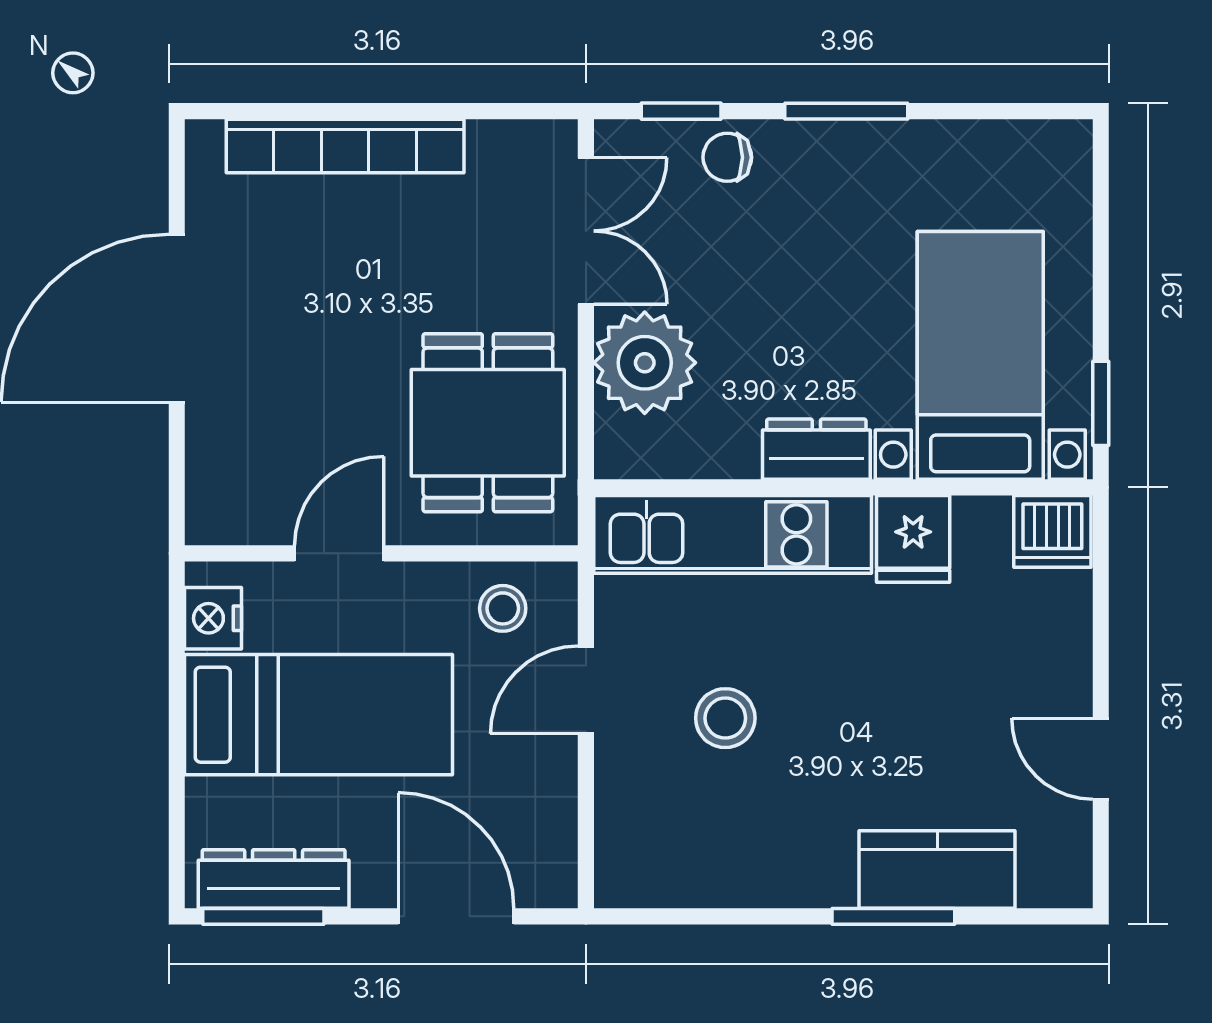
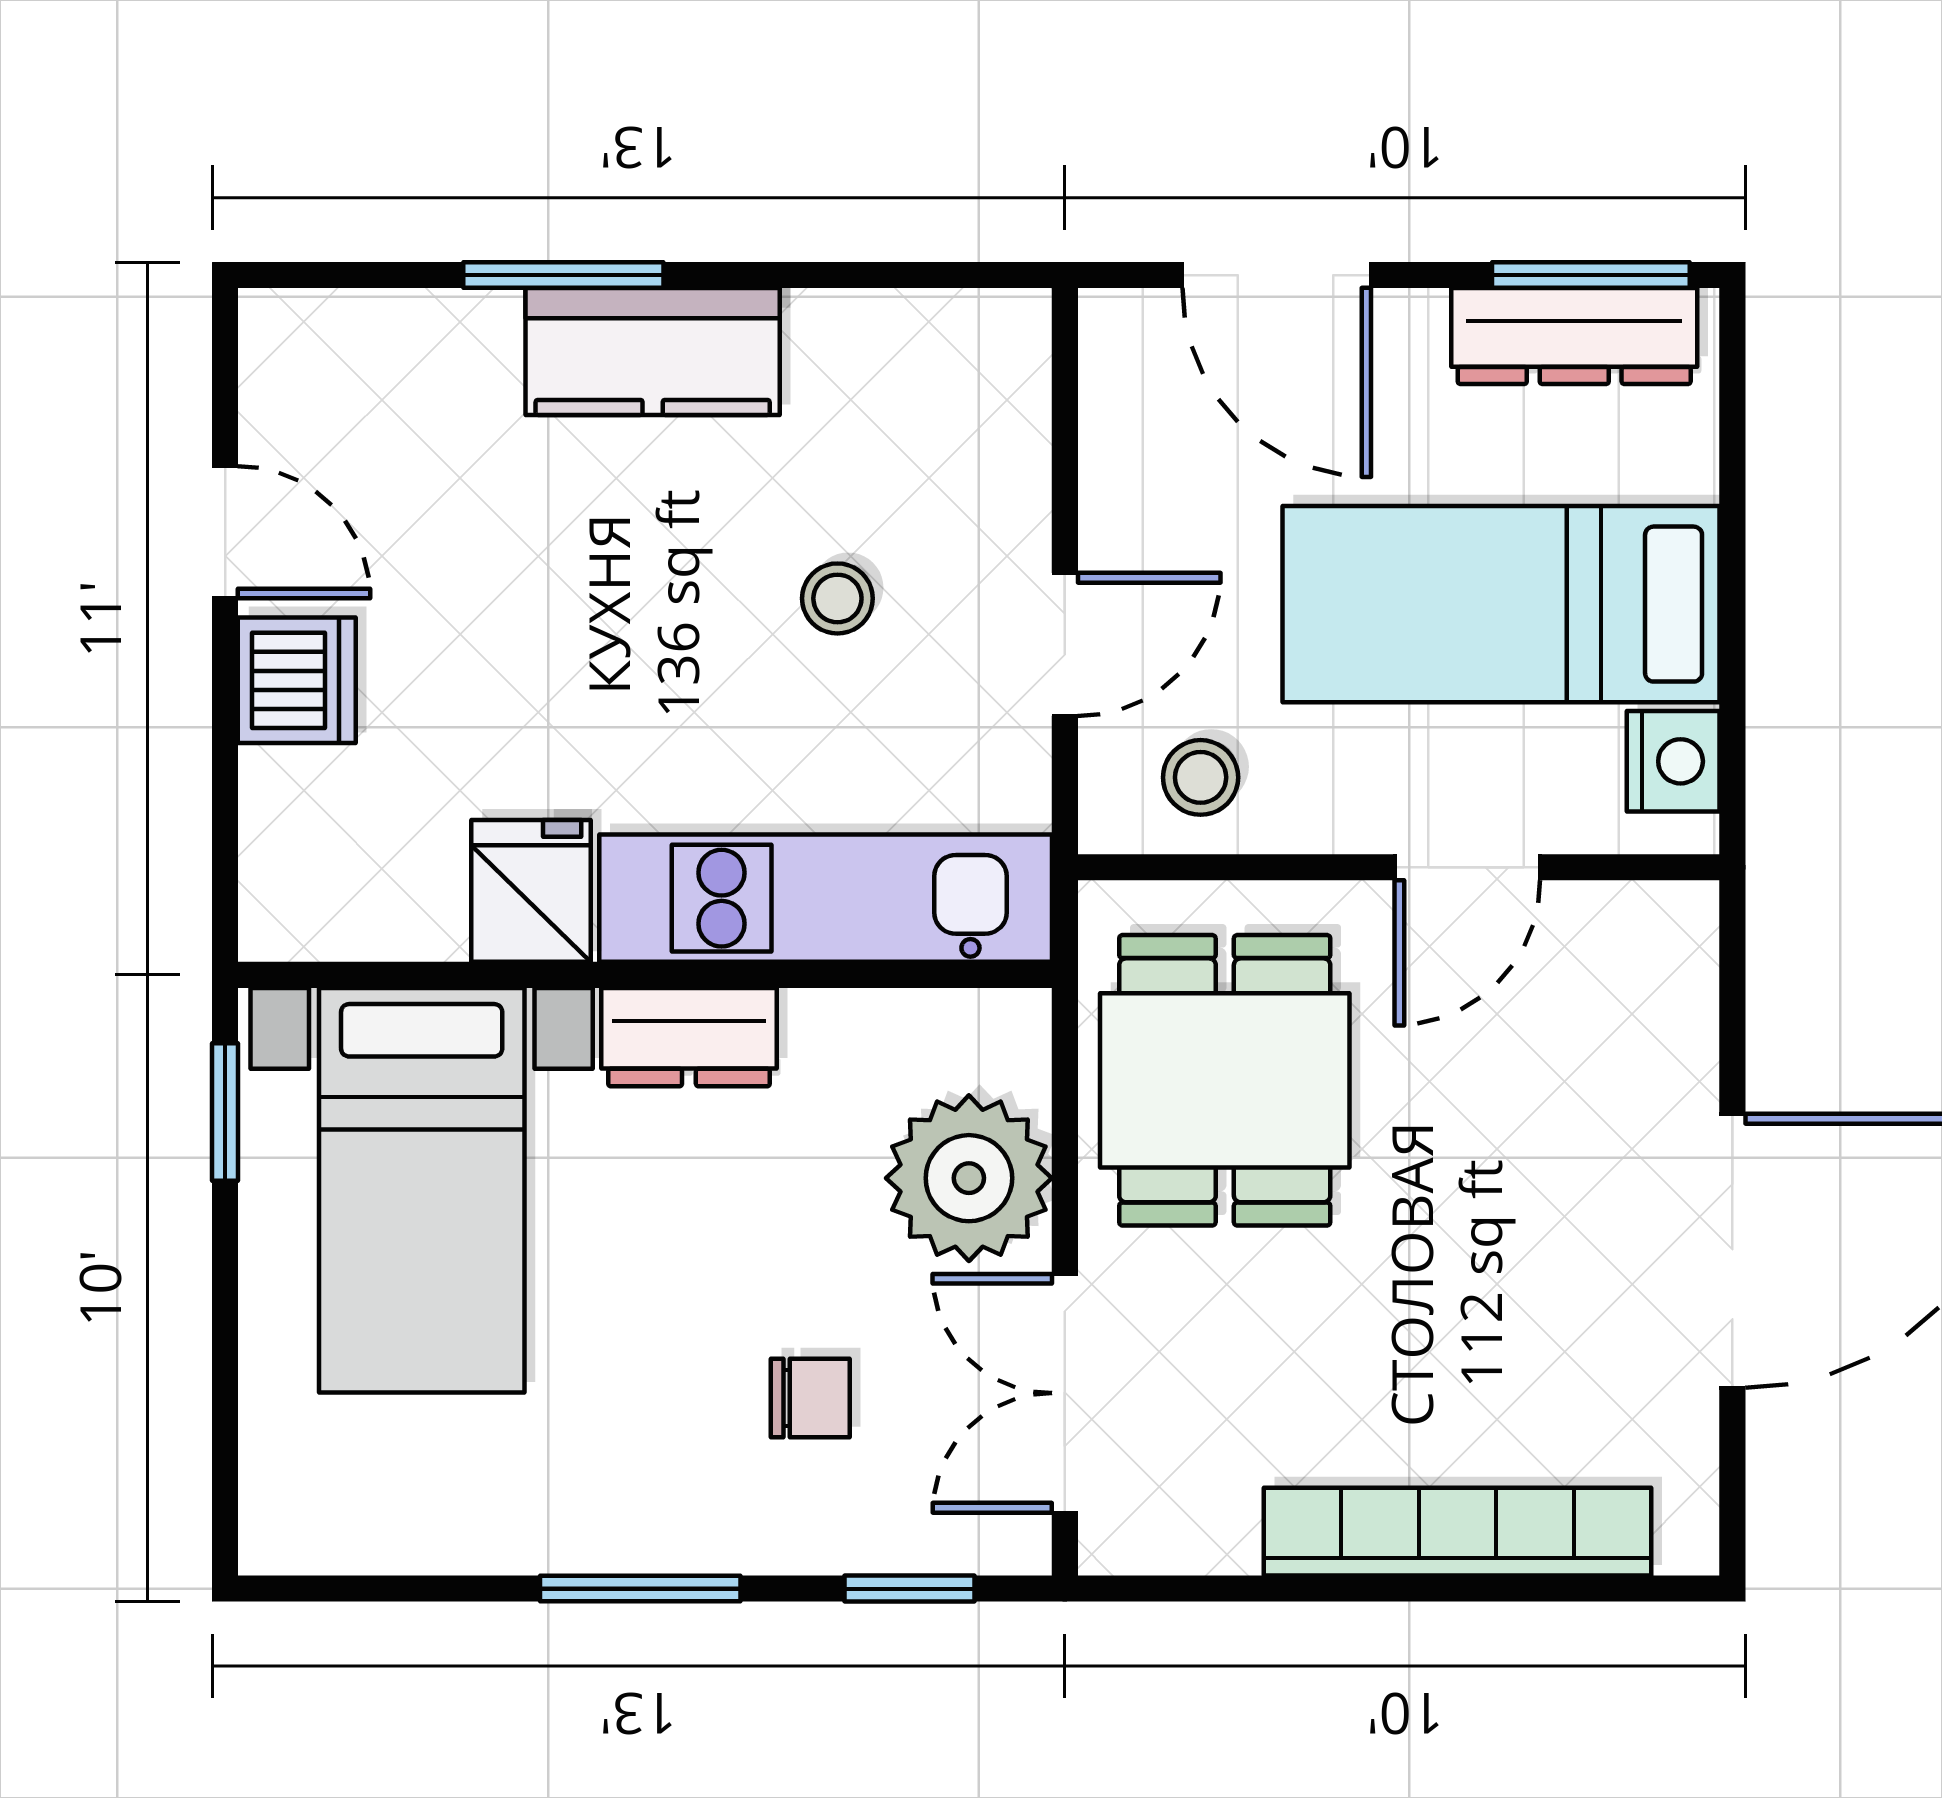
chair: (727, 157) -> (810, 1398), moved
dishwasher: (1052, 531) -> (297, 680), moved, turned 90
stool: (725, 718) -> (837, 598), width x0.73, depth x0.73
kitchen counter: (937, 870) -> (653, 352), moved

